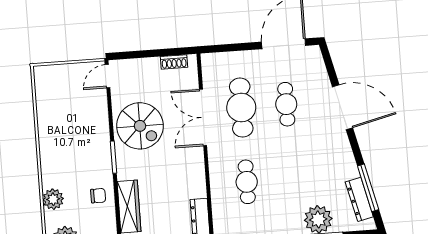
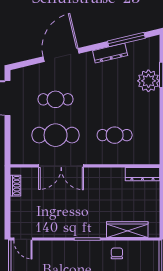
spiral stairs: (140, 126) -> (64, 216), removed
dresser: (359, 199) -> (110, 53), moved

